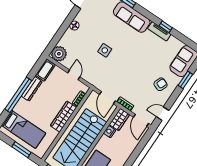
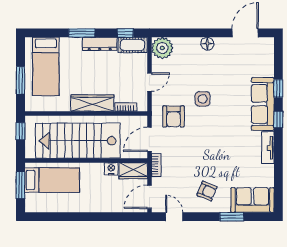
window: (166, 27) -> (278, 119), moved
window: (35, 69) -> (125, 33), added
armchair: (103, 74) -> (173, 116), added
window: (18, 95) -> (82, 33), width x0.47

